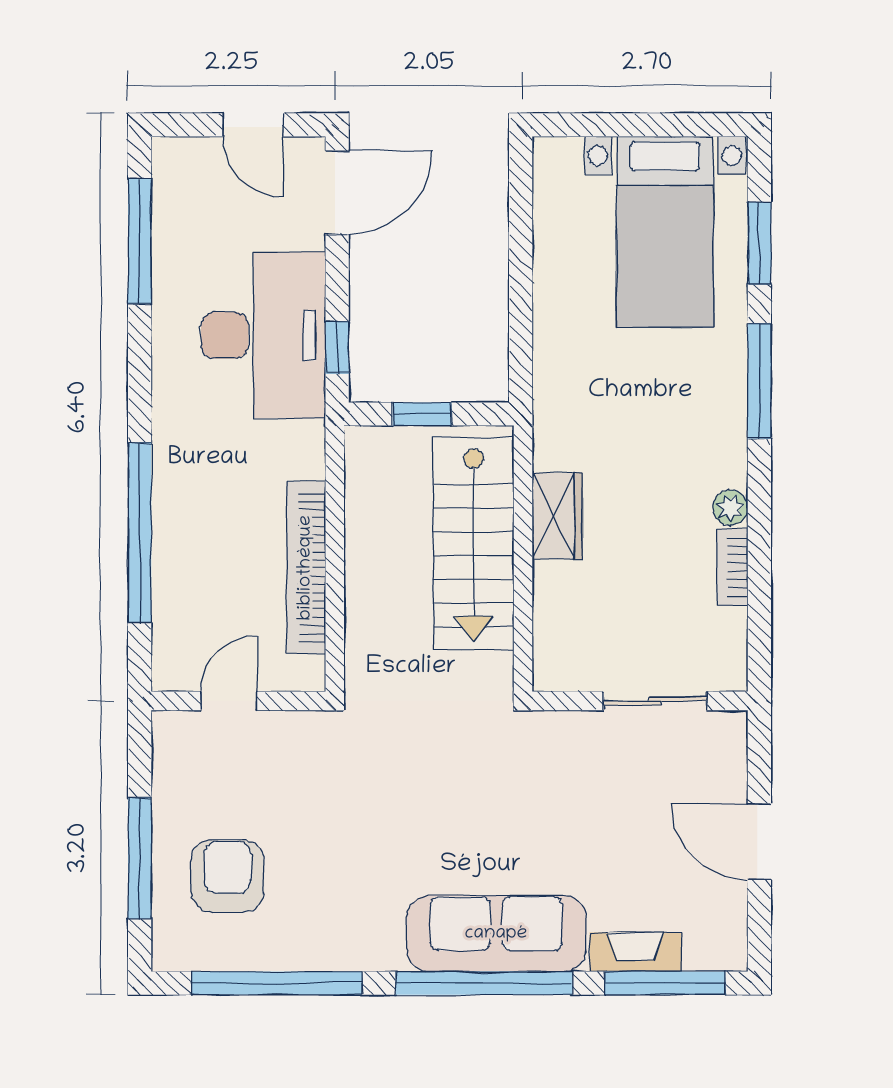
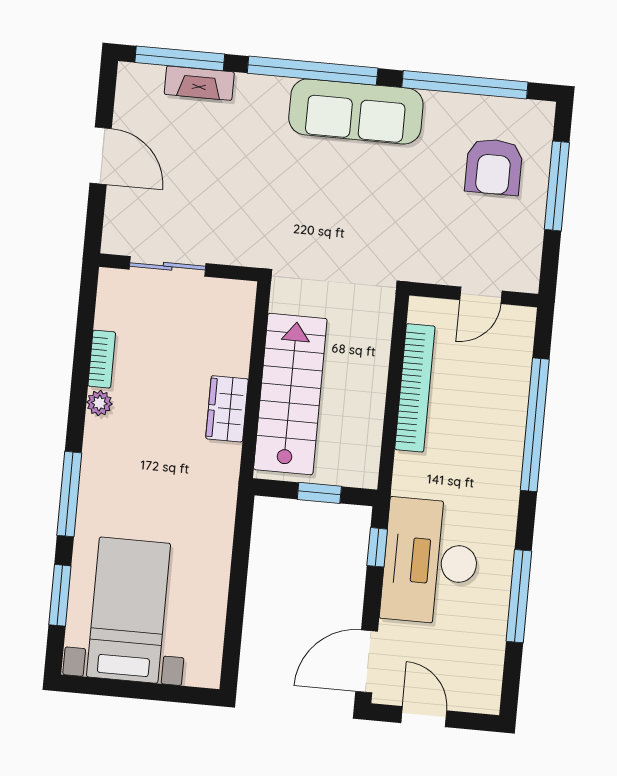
window: (140, 241) -> (519, 596), moved
sofa: (496, 934) -> (356, 111), moved

